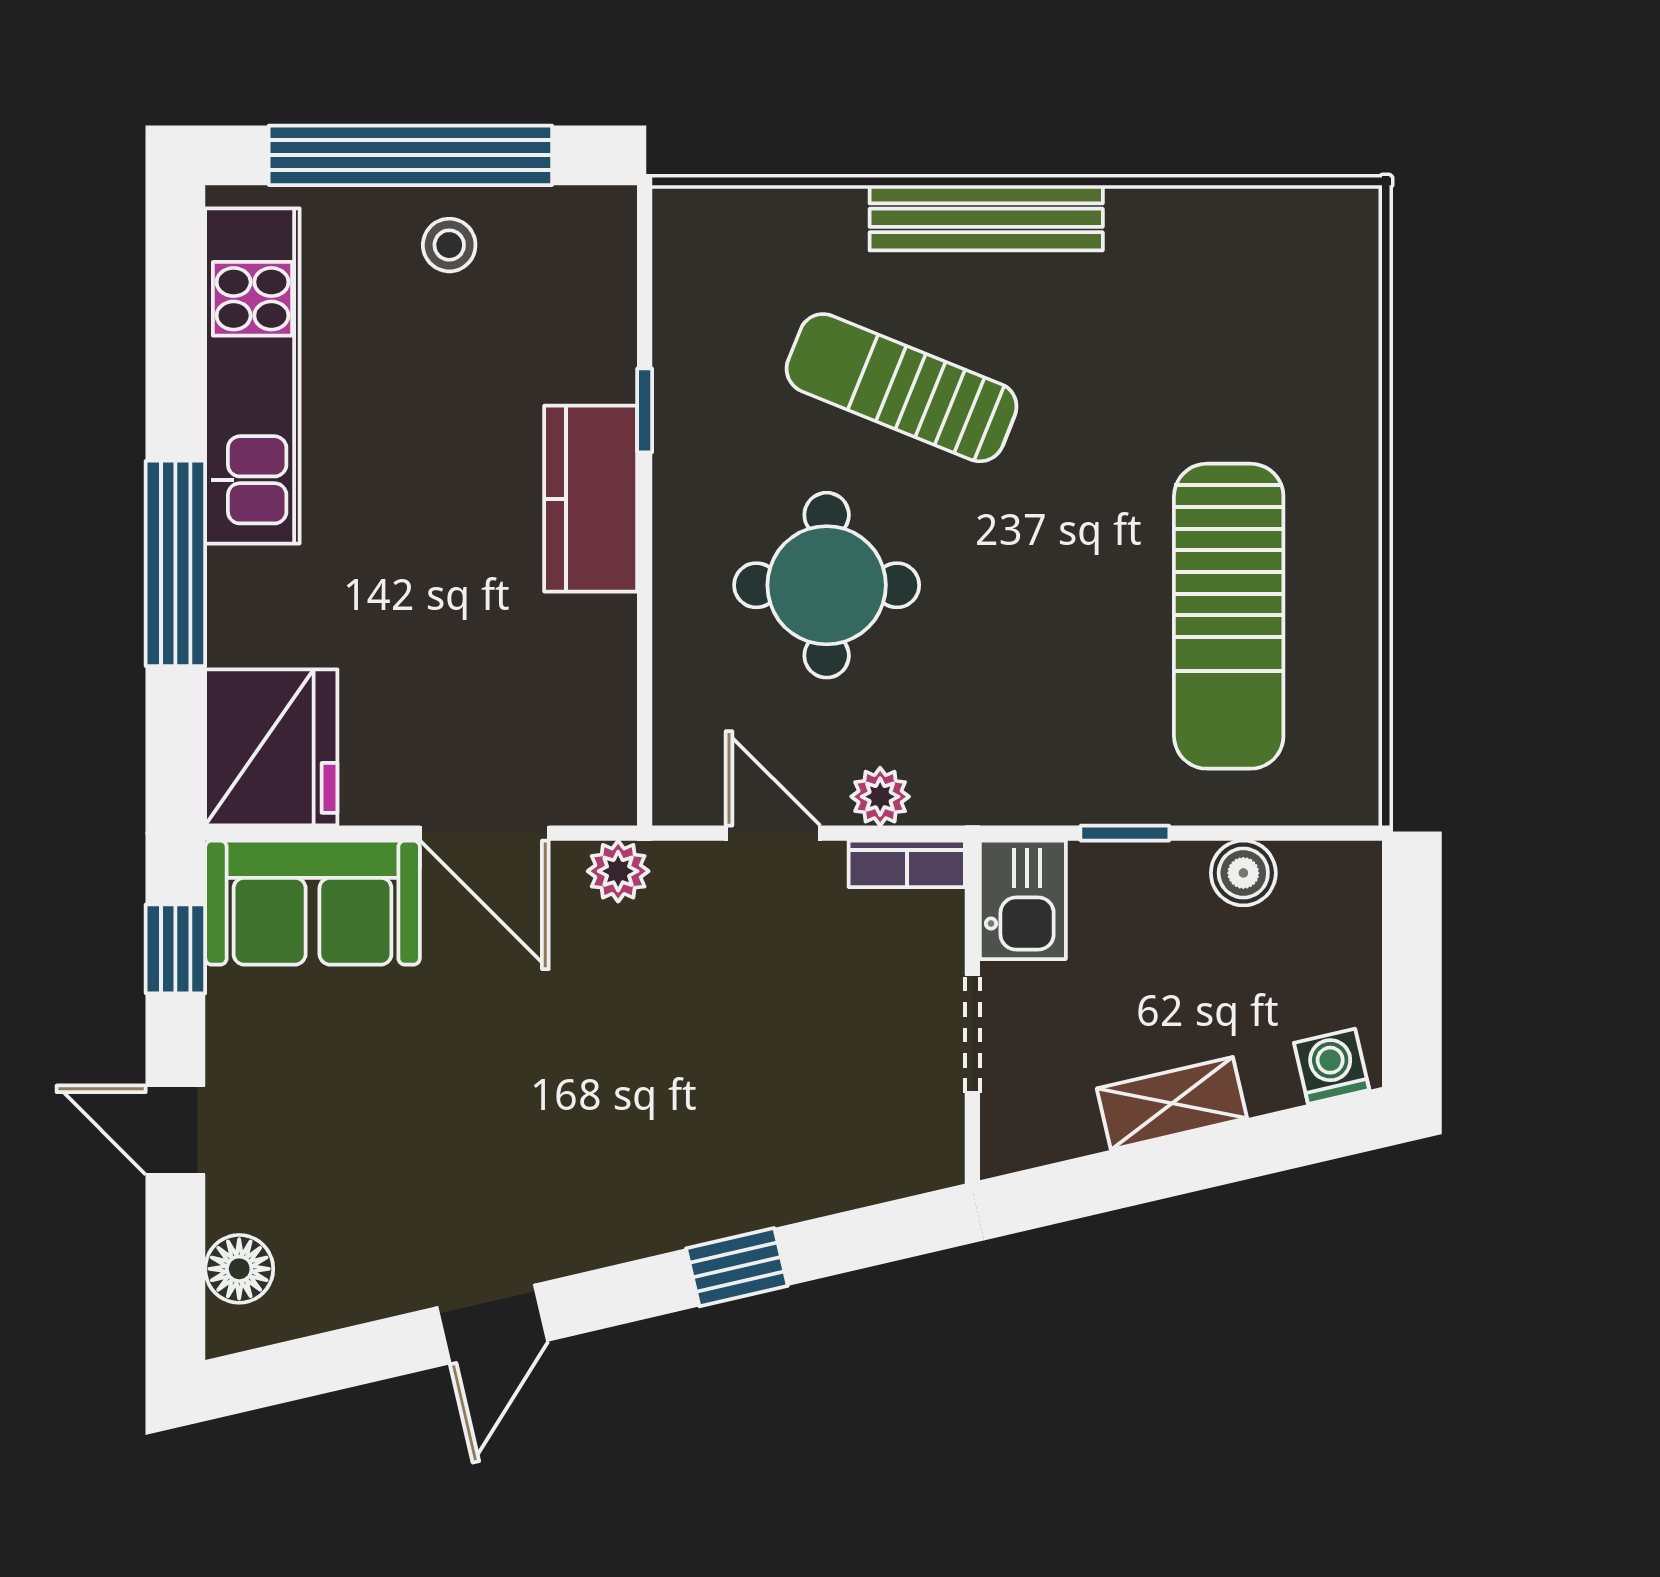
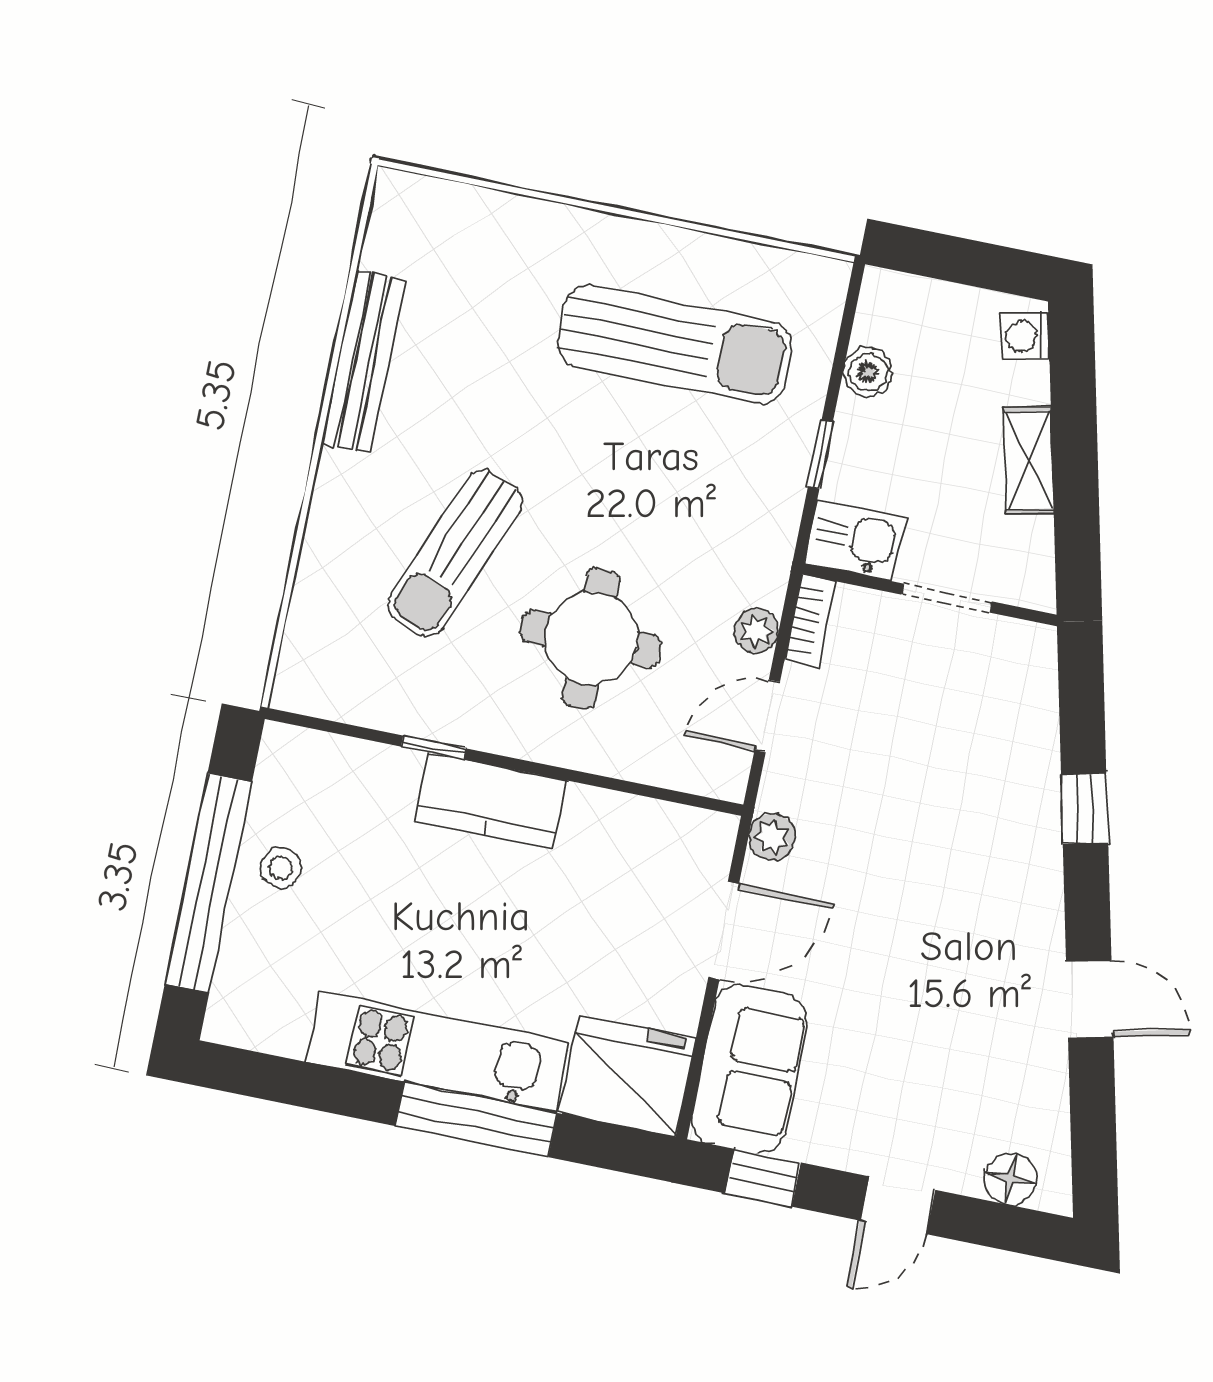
bench: (986, 218) -> (363, 362), moved
kitchen unit: (252, 376) -> (438, 1052), moved

